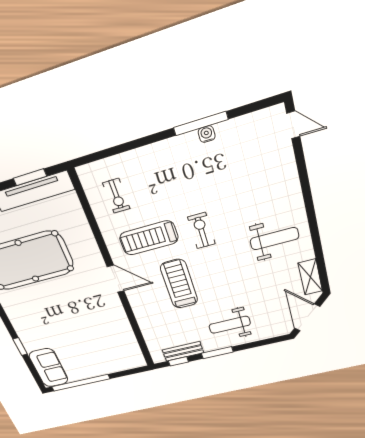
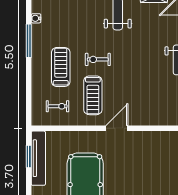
water cooler: (207, 134) -> (36, 18), moved
treadmill: (179, 284) -> (61, 67), moved, turned 90

